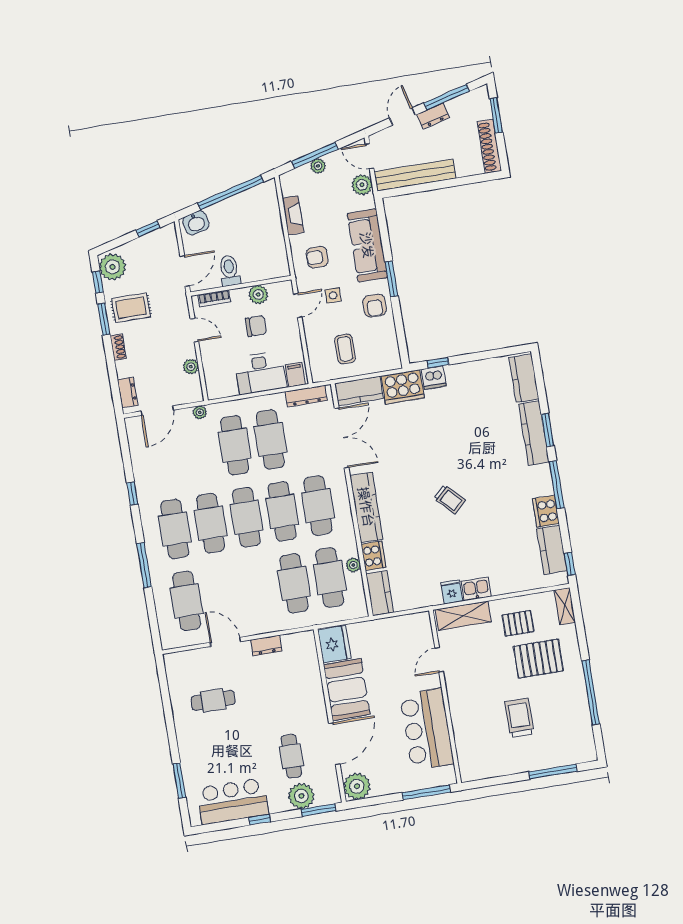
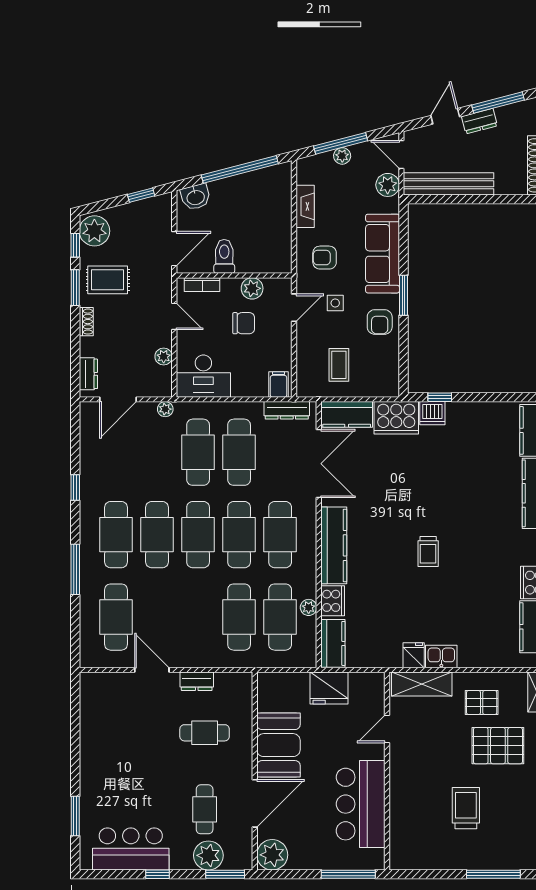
desk: (261, 373) -> (203, 376), moved
trolley: (450, 499) -> (428, 552), turned 44
fridge: (334, 644) -> (329, 688), moved, turned 90
cafe table: (213, 700) -> (205, 733), moved

